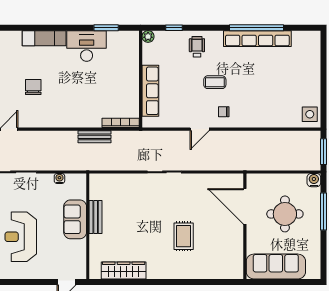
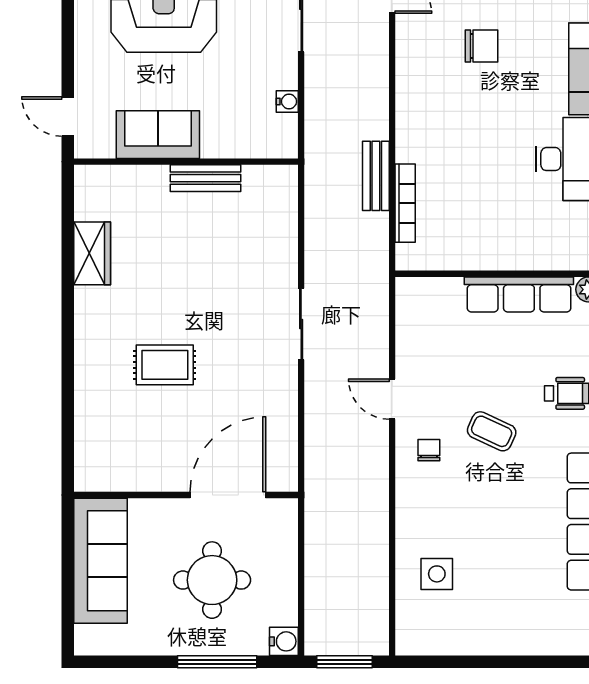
coffee table: (215, 82) -> (492, 431), turned -65
row of seats: (150, 91) -> (519, 294), moved
side table: (310, 114) -> (437, 574), moved
bookcase: (121, 123) -> (405, 203), moved
sofa: (75, 219) -> (158, 135), moved
wardrobe: (124, 270) -> (92, 253), width x0.67

